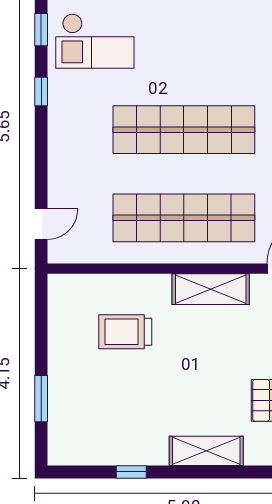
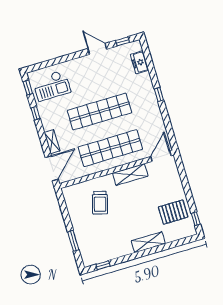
shelving: (59, 165) -> (52, 142), added
door: (41, 224) -> (52, 168), width x1.87
trolley: (125, 332) -> (100, 203), turned -74
window: (131, 472) -> (103, 265), moved

